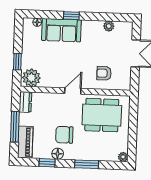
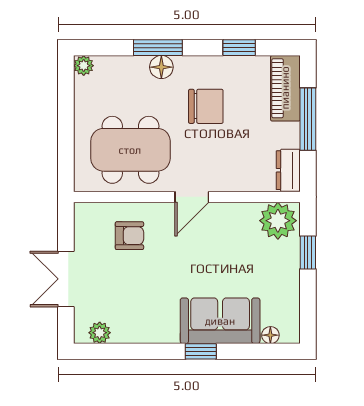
plant: (109, 26) -> (100, 333), moved
floor lamp: (58, 154) -> (161, 67), moved

